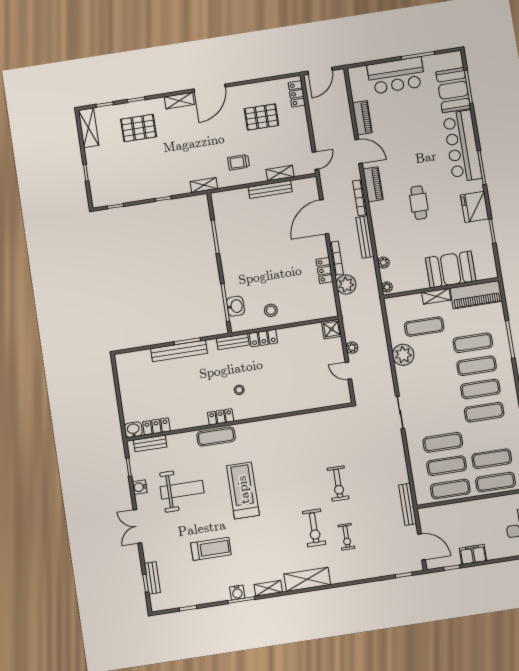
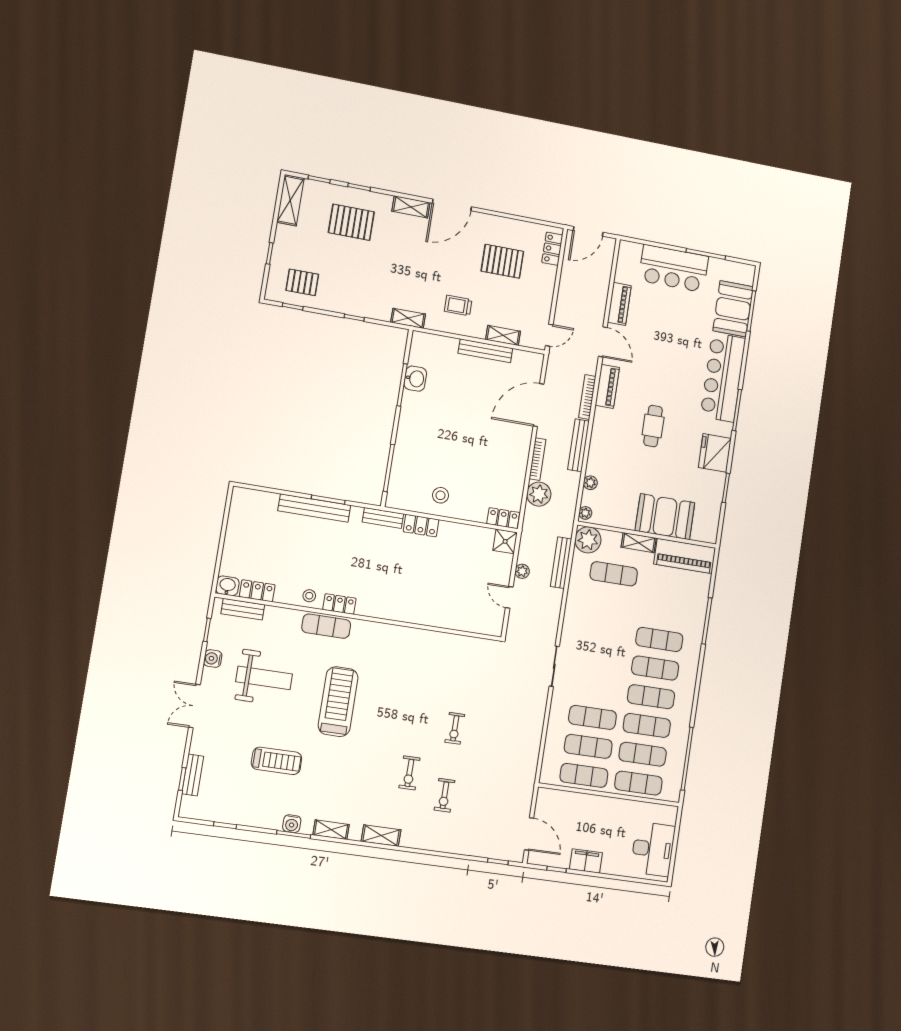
pallet: (117, 186) -> (302, 282), added
locker: (325, 271) -> (503, 518), moved, turned 90
washbasin: (235, 306) -> (415, 379), moved
exercise mat: (473, 343) -> (647, 725), moved
plant: (403, 355) -> (588, 540), moved
stool: (239, 390) -> (309, 596), moved
exercise bike: (338, 483) -> (455, 728), width x0.73, depth x0.72
bench: (408, 504) -> (561, 563), moved
exercise bike: (314, 528) -> (409, 773), width x0.73, depth x0.72
shelving: (307, 579) -> (381, 836), width x0.67, depth x0.75

